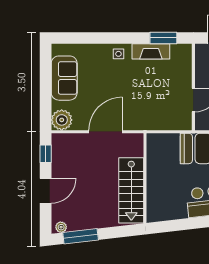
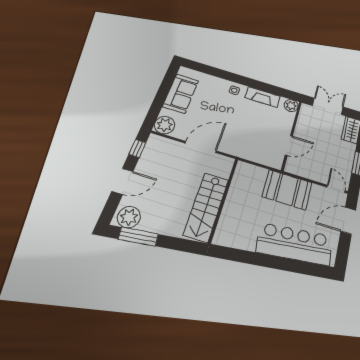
window: (163, 38) -> (276, 91), removed
plant: (184, 51) -> (291, 106), added
plant: (61, 227) -> (129, 217), width x1.88, depth x1.88

